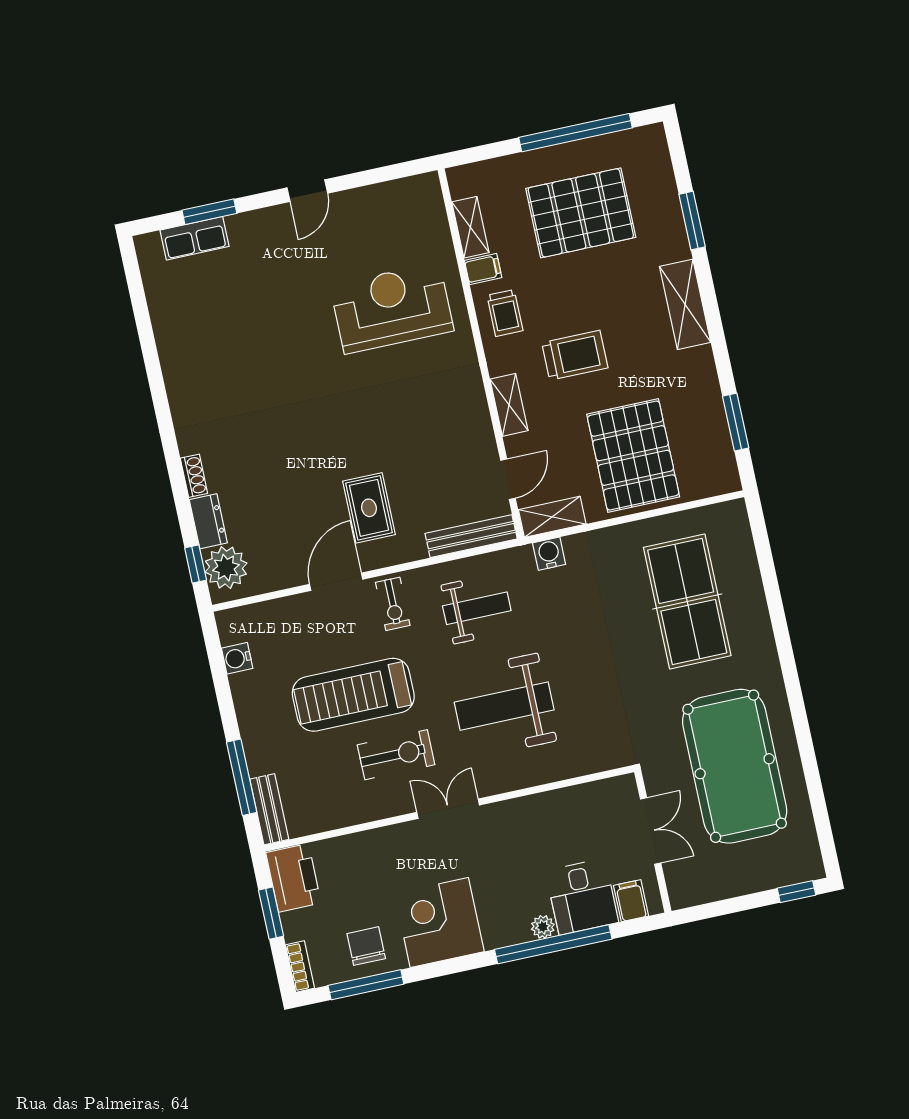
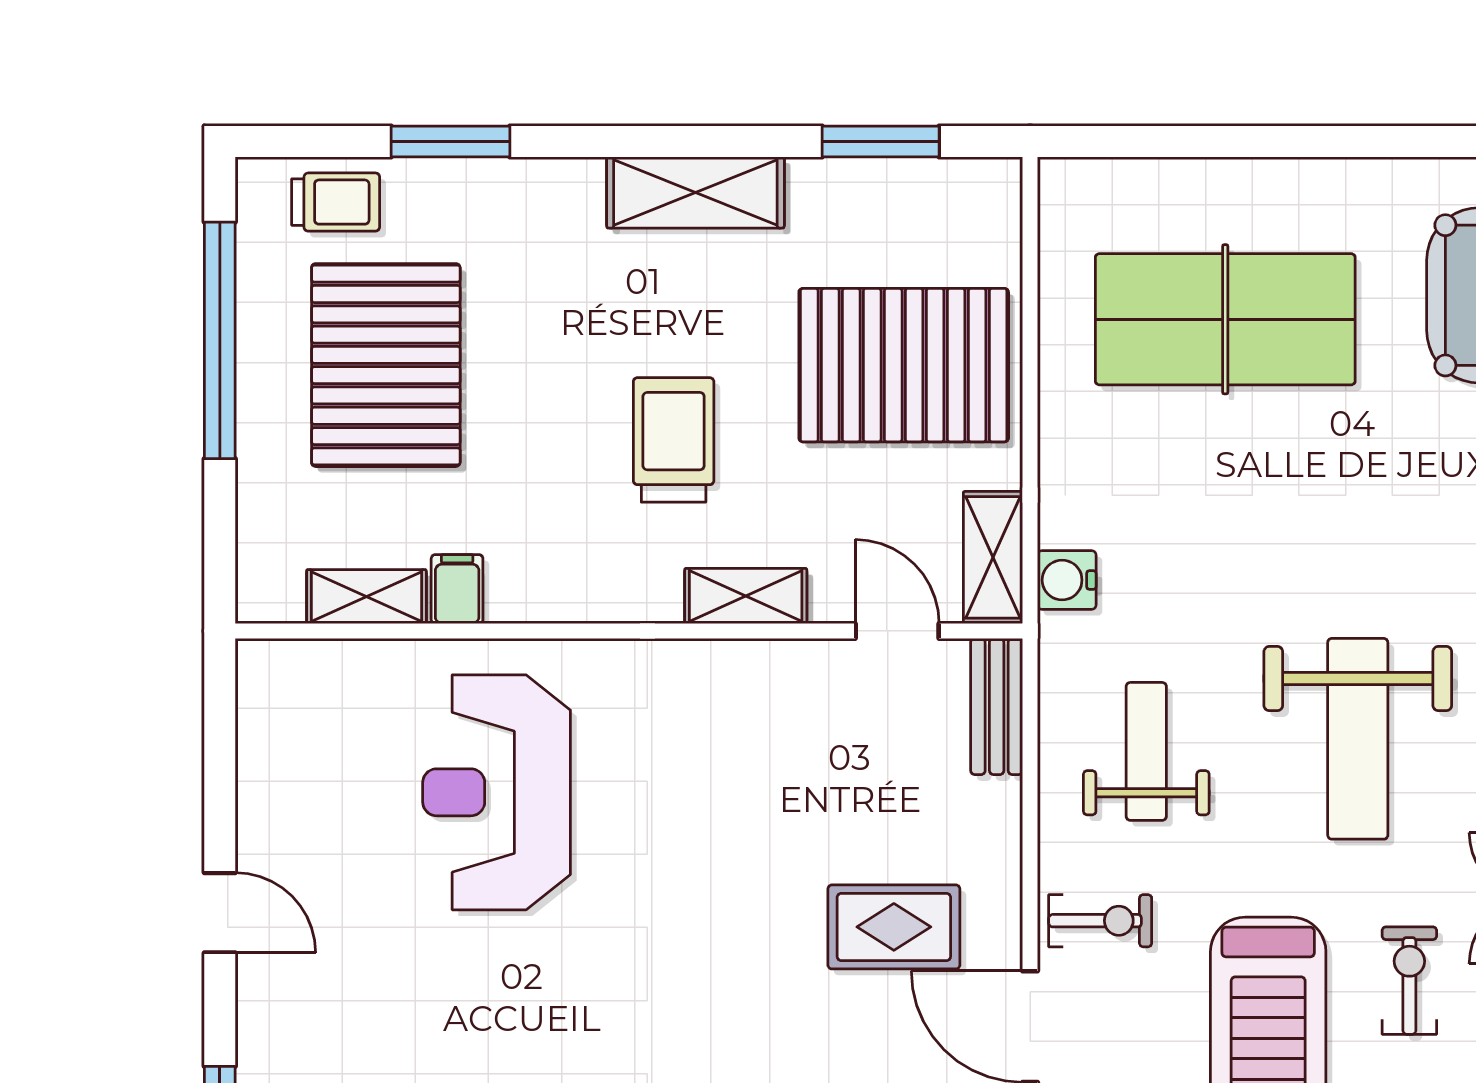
shelving: (685, 304) -> (695, 192), moved
trolley: (505, 313) -> (336, 202), moved
bench: (471, 536) -> (997, 706), width x0.73
exercise bike: (396, 755) -> (1409, 981), width x0.73, depth x0.72

